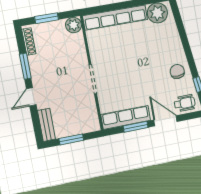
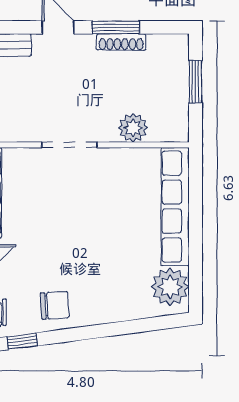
plant: (74, 25) -> (133, 128), moved
shoe rack: (29, 42) -> (121, 42), moved

